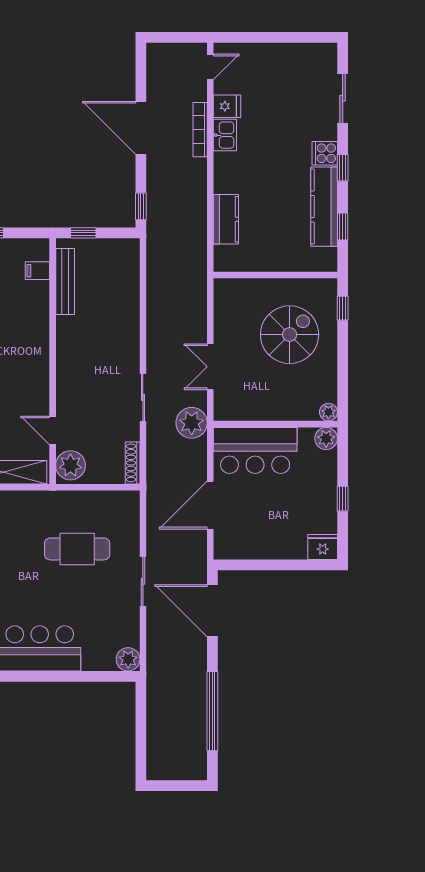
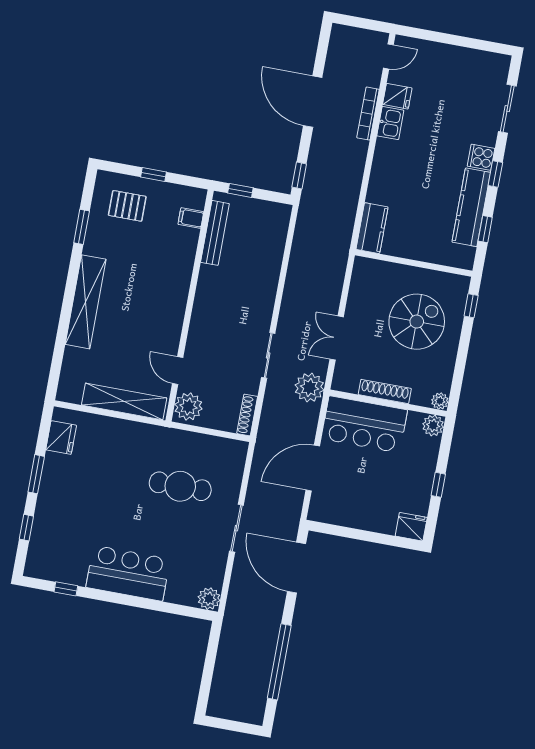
kitchen counter: (226, 219) -> (372, 228), moved
shoe rack: (270, 413) -> (385, 391), added

